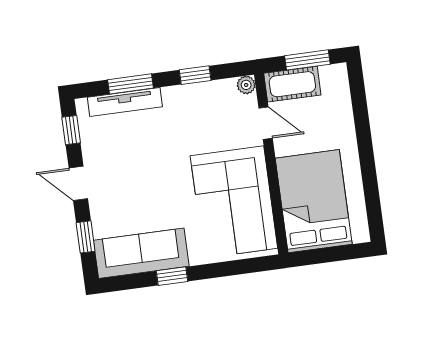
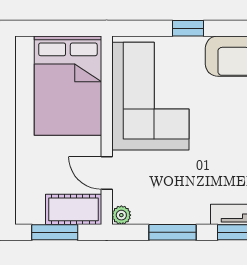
window: (195, 75) -> (172, 232), width x1.50
window: (172, 276) -> (188, 28), moved

